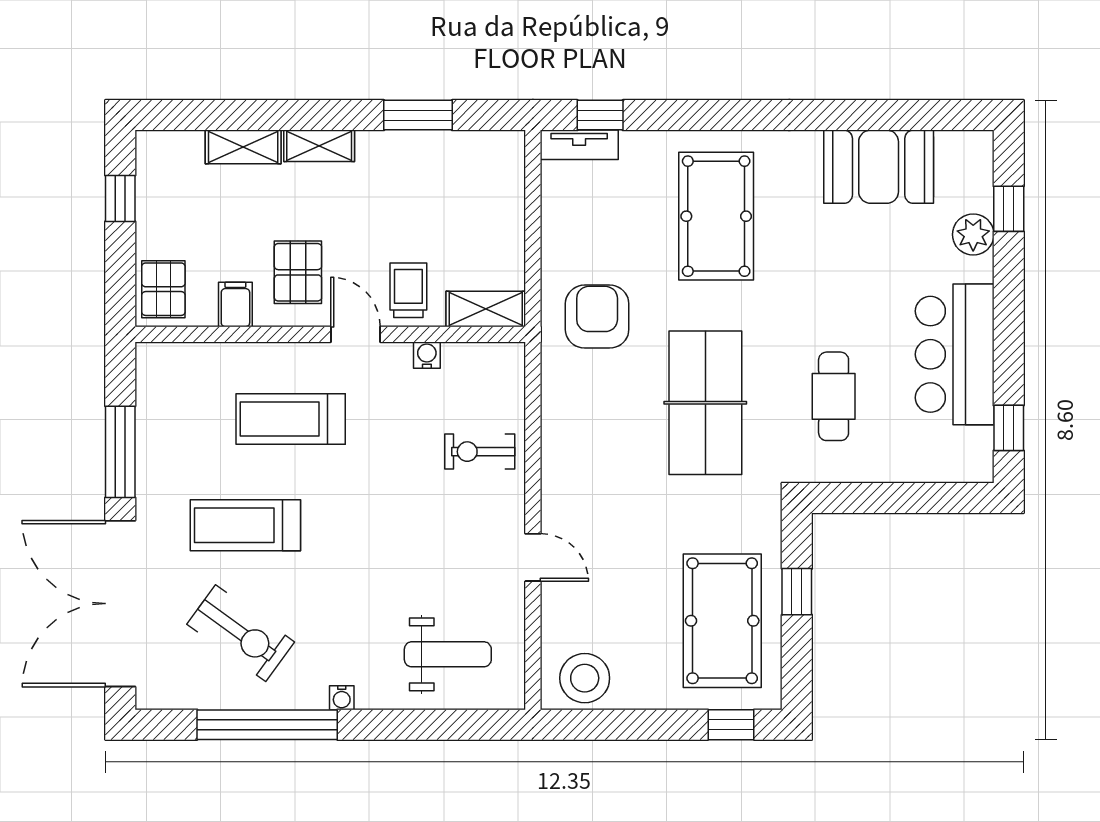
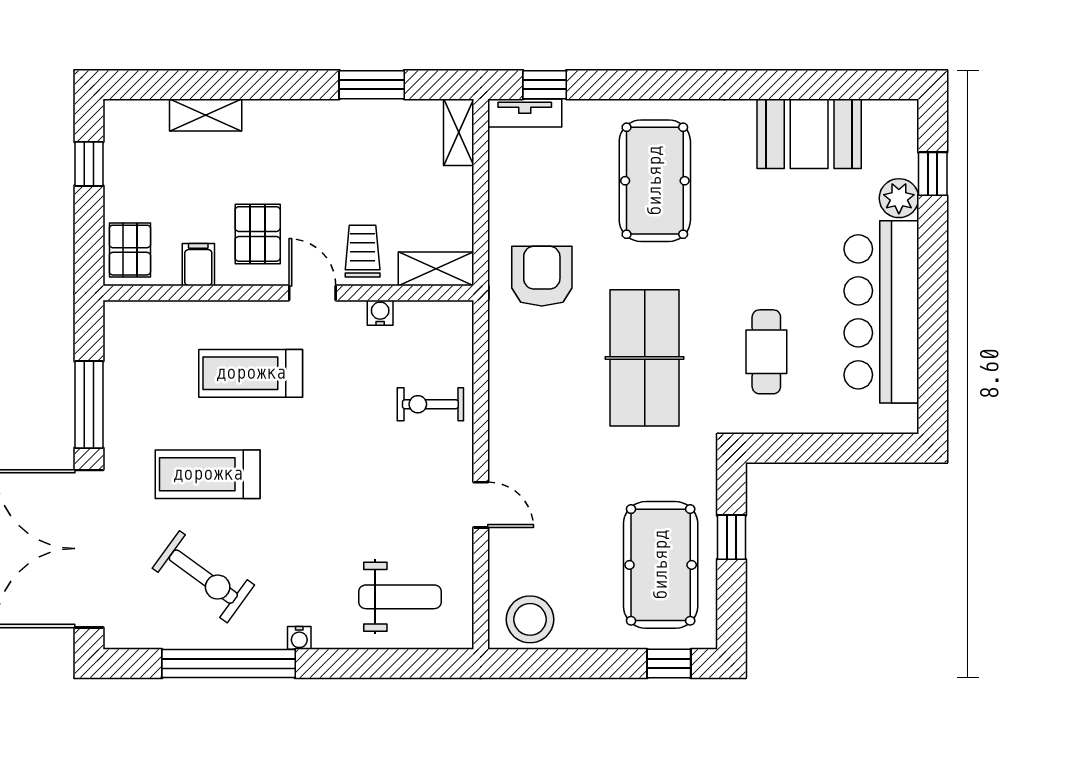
shelving: (319, 146) -> (459, 132), moved, turned 90
bar counter: (955, 354) -> (881, 312), width x1.36
window: (1009, 428) -> (933, 382), removed

